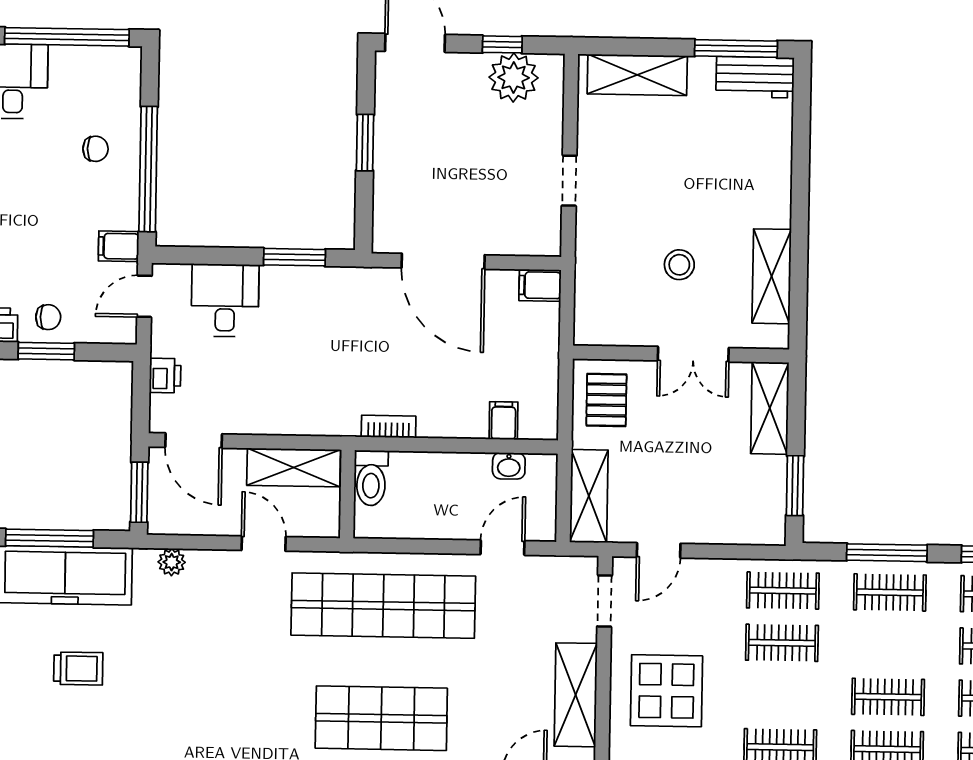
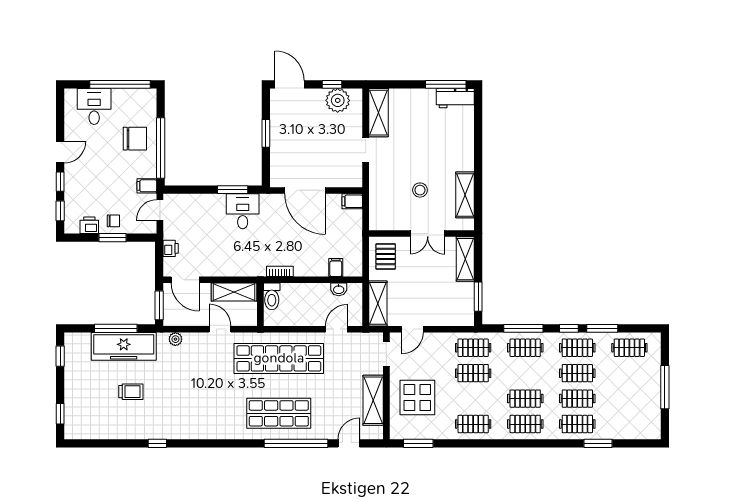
shelving: (637, 75) -> (379, 113), moved, turned 90
chair: (95, 149) -> (135, 139), width x1.87, depth x1.87
desk: (225, 300) -> (243, 211), moved

